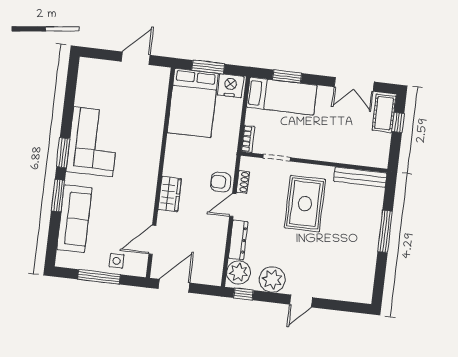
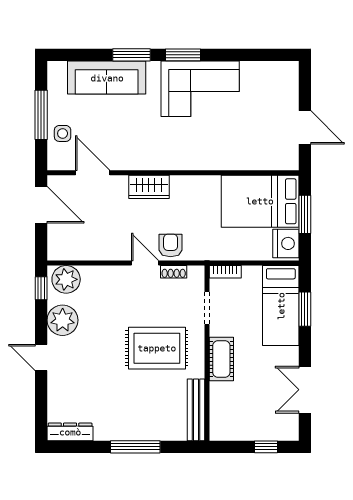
cot: (384, 113) -> (221, 359), moved, turned 90
dresser: (238, 240) -> (70, 432), moved, turned 180

